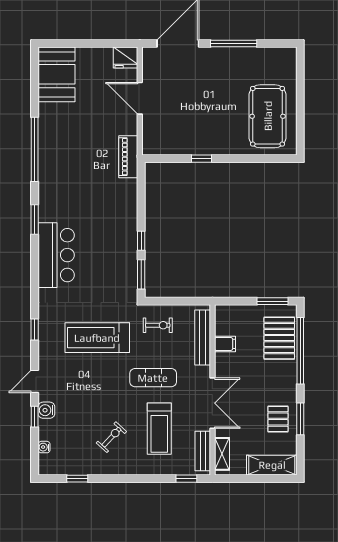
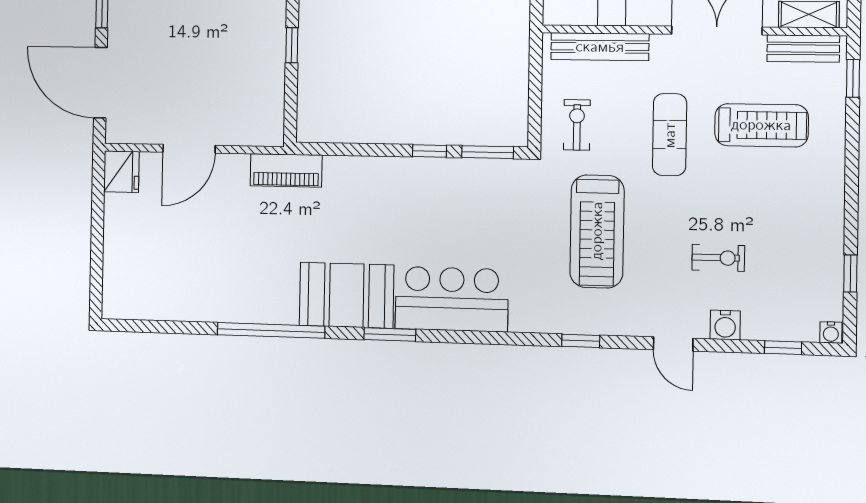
booth: (57, 74) -> (347, 295), moved
window: (35, 417) -> (783, 348), moved
exercise bike: (111, 437) -> (718, 258), moved, turned 137
water cooler: (44, 447) -> (831, 332), moved

